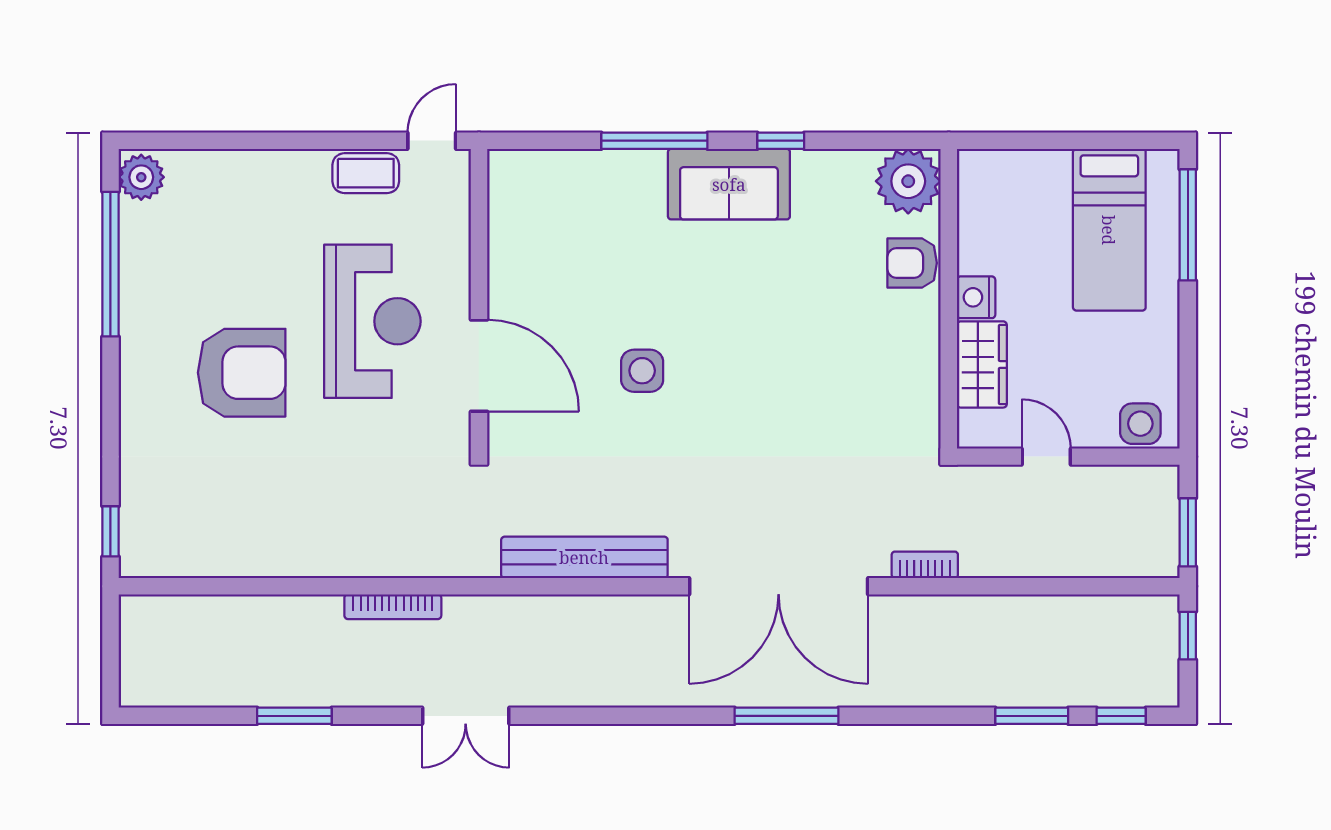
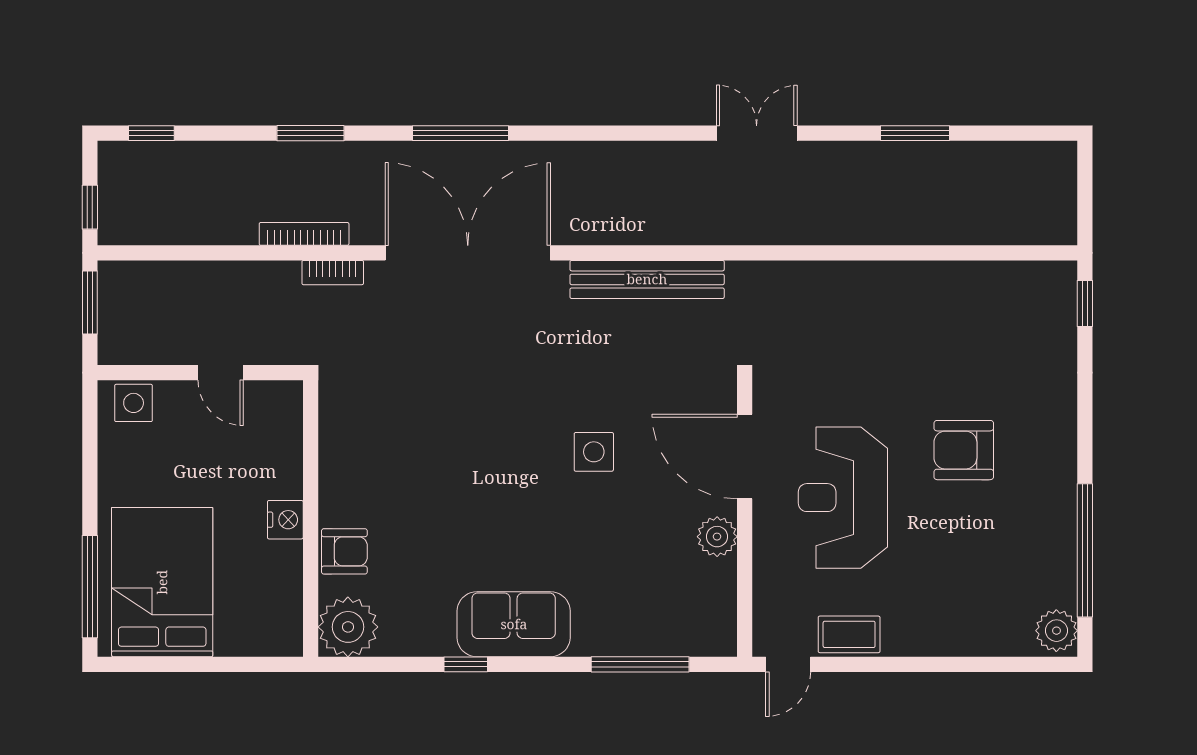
window: (654, 141) -> (640, 664), moved
bed: (1109, 230) -> (162, 582), width x1.50
plant: (509, 279) -> (717, 537), added
wardrobe: (982, 364) -> (280, 458), removed
armchair: (242, 373) -> (964, 450), width x0.73, depth x0.73
bookcase: (393, 607) -> (304, 234), moved
window: (1032, 716) -> (310, 133), moved

